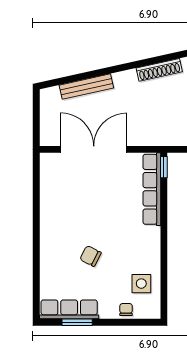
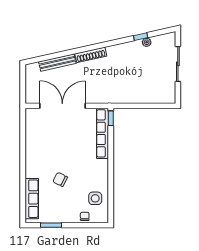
shoe rack: (159, 70) -> (91, 55), moved
row of seats: (69, 309) -> (32, 199), moved, turned 90

